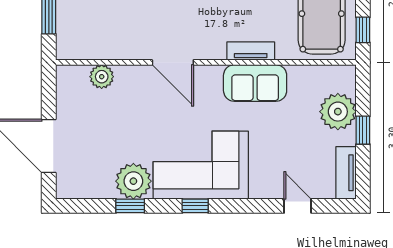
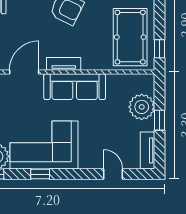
tv unit: (251, 51) -> (64, 64), moved
door: (173, 62) -> (24, 72), swing flipped
sofa: (255, 83) -> (75, 87), width x1.36

